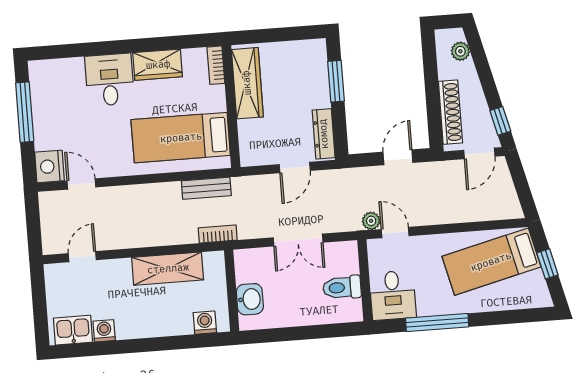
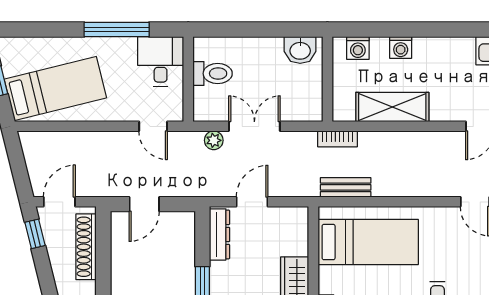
plant: (371, 221) -> (214, 140), moved
washbasin: (250, 299) -> (300, 50), moved, turned -90
washing machine: (104, 331) -> (401, 47), moved

